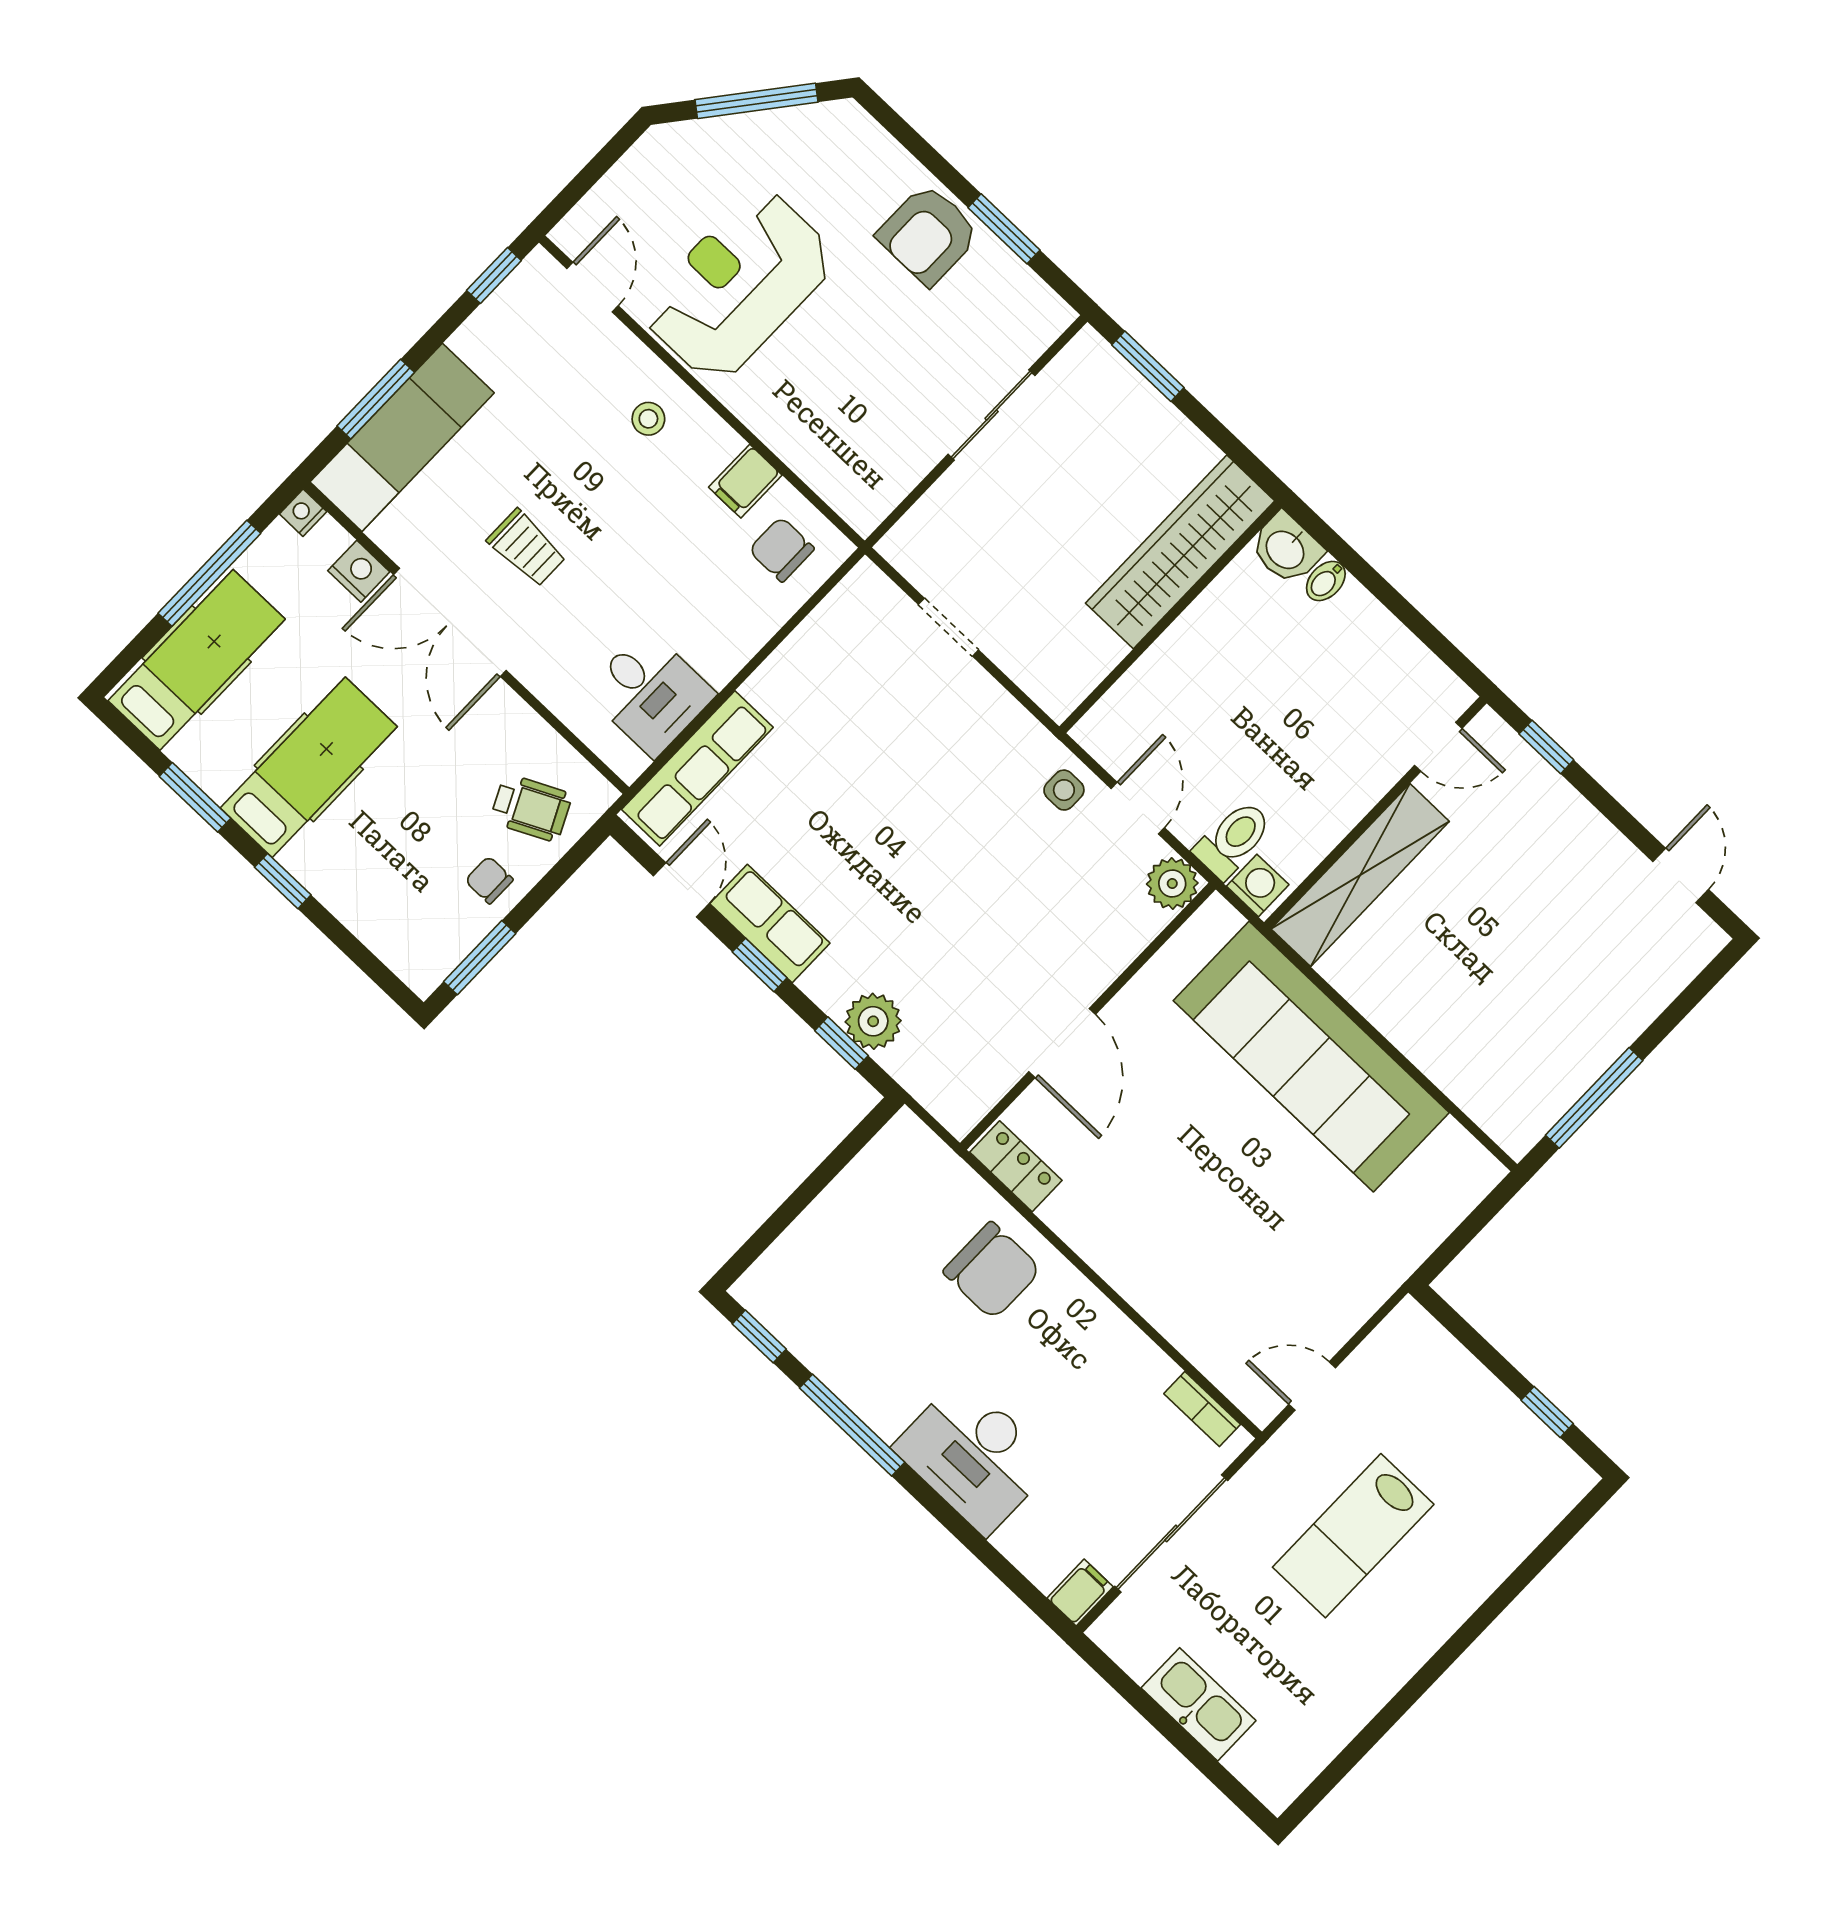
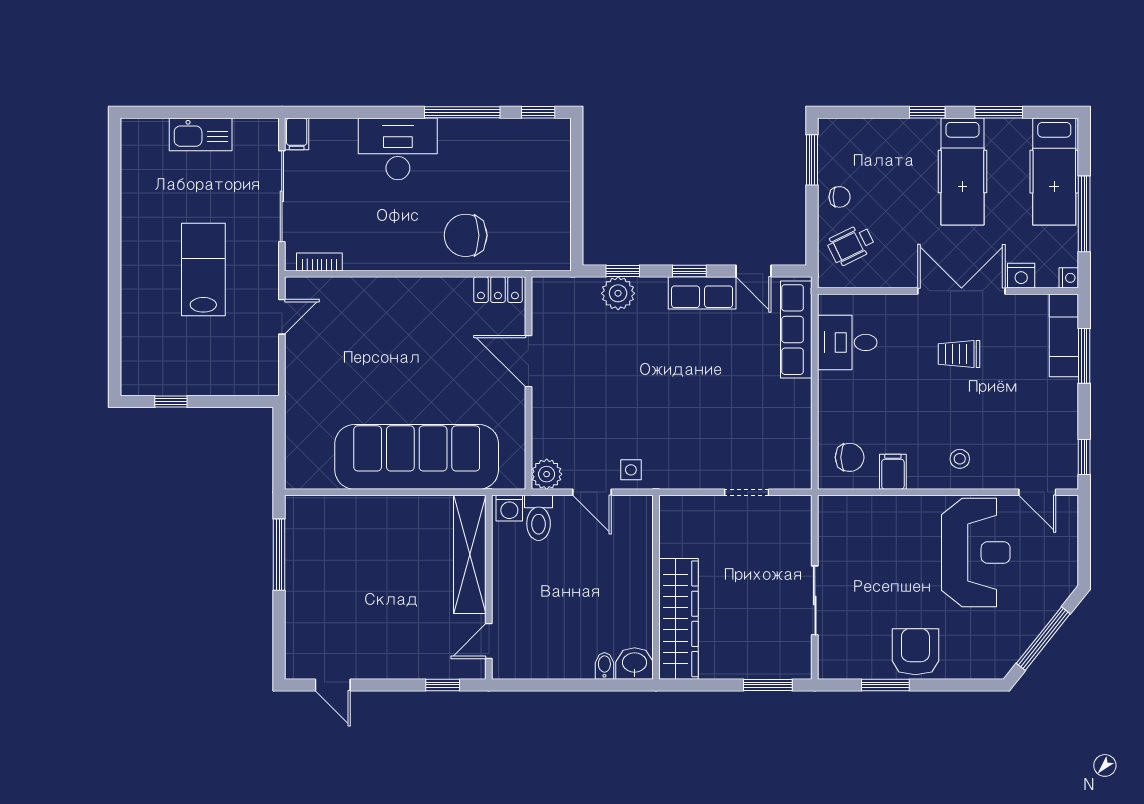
exam couch: (402, 437) -> (1064, 335), width x0.73, depth x0.69

